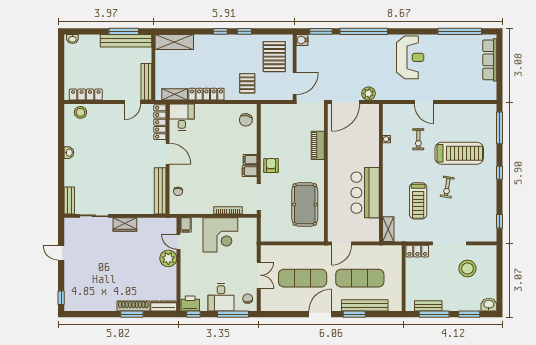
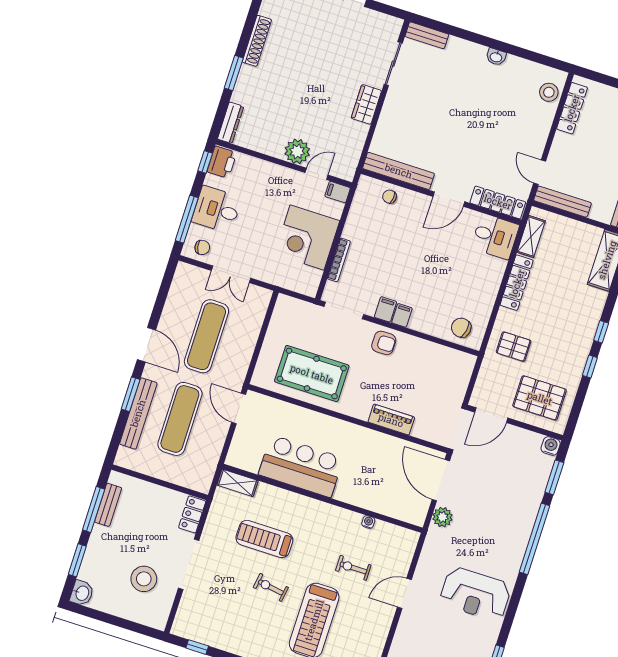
door: (295, 83) -> (491, 415), hinge flipped
shoe rack: (133, 306) -> (257, 41), moved

